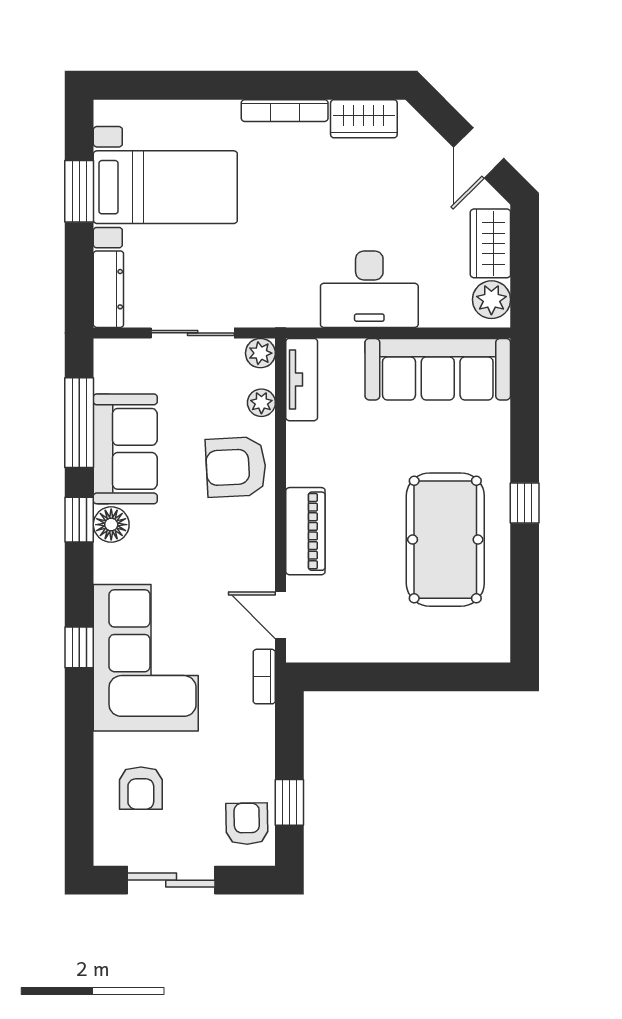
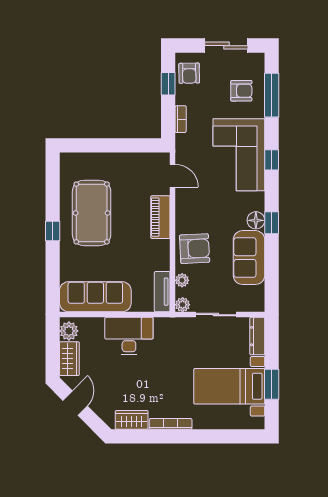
window: (79, 423) -> (272, 95), moved
bookcase: (264, 677) -> (181, 119), moved
armchair: (141, 788) -> (241, 91), turned 90

